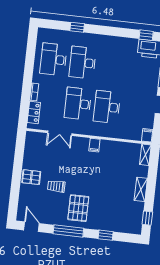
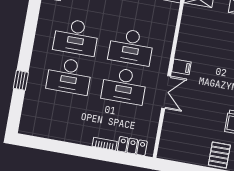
desk: (54, 59) -> (76, 37), moved
double door: (60, 133) -> (166, 92), moved

